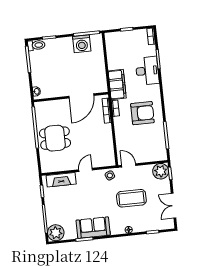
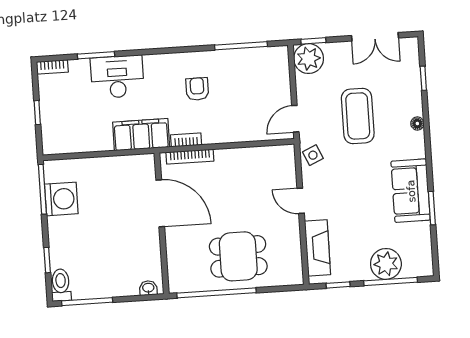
armchair: (142, 113) -> (197, 89), width x0.53, depth x0.53
dining table: (55, 138) -> (238, 256), turned 90
plant: (56, 233) -> (386, 264), moved

